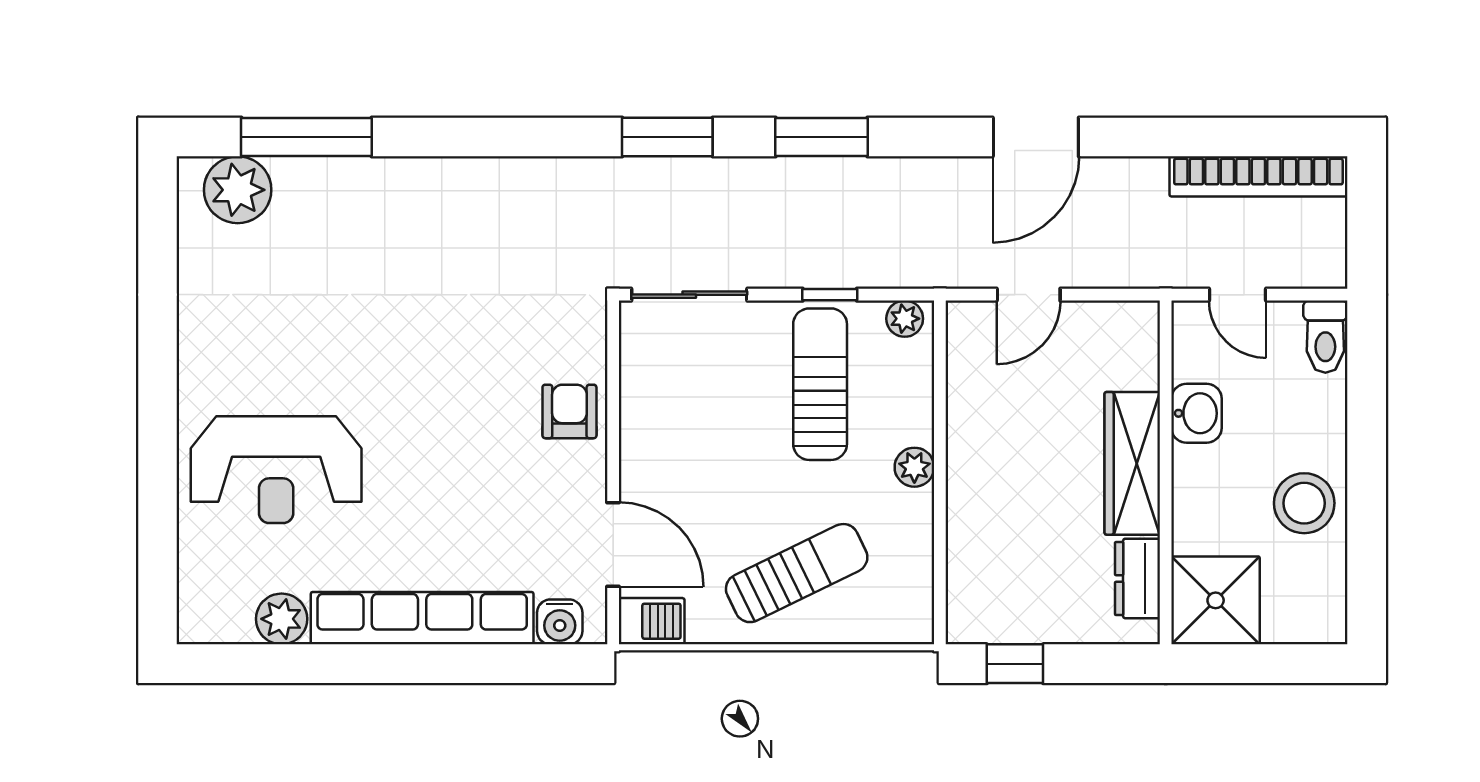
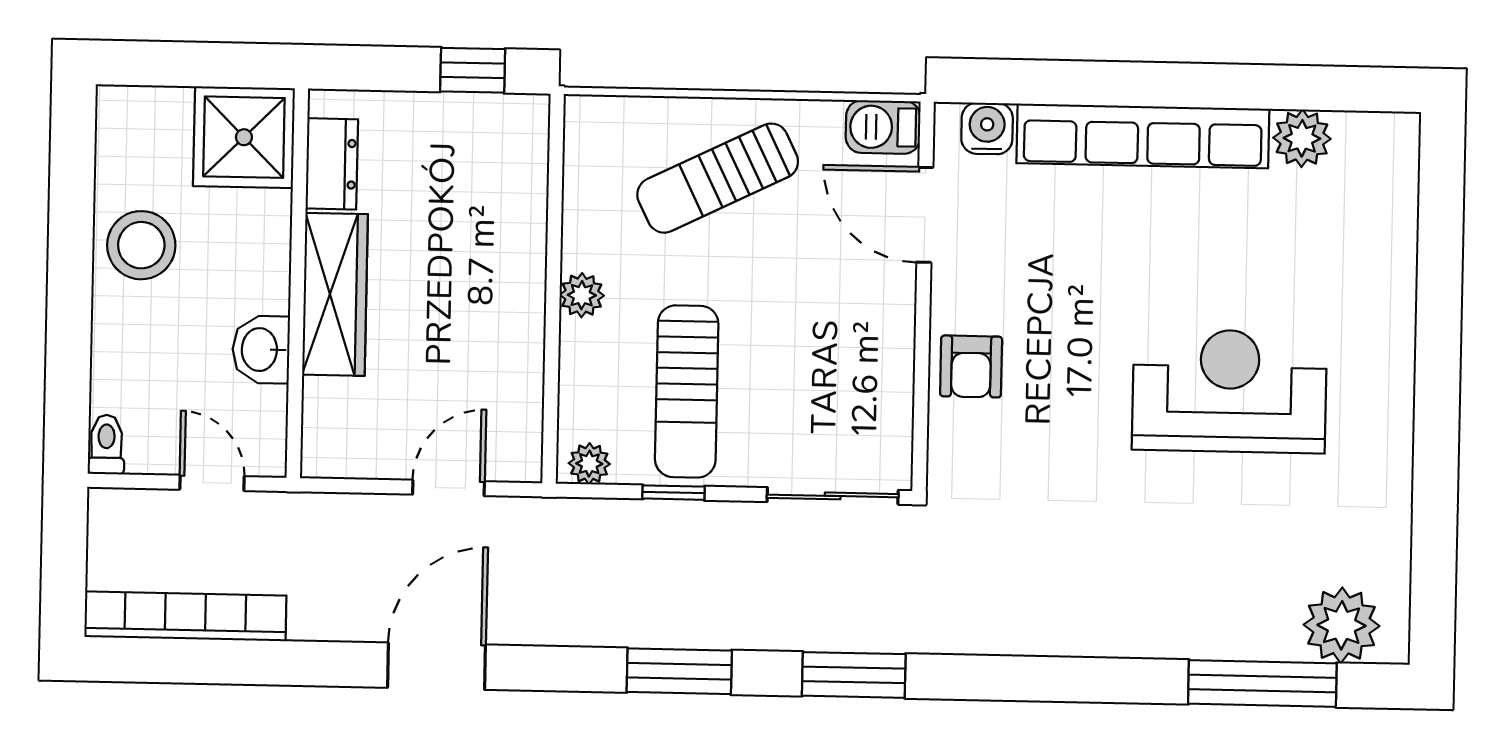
toilet: (1325, 337) -> (106, 445), width x0.73, depth x0.72
reception desk: (276, 470) -> (1229, 391), moved

